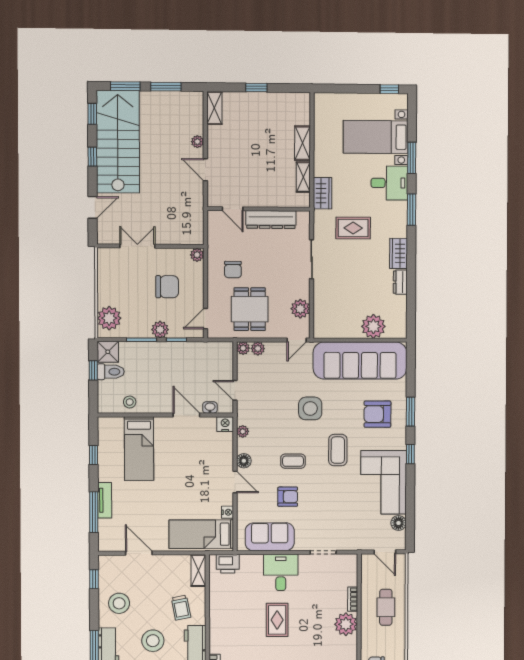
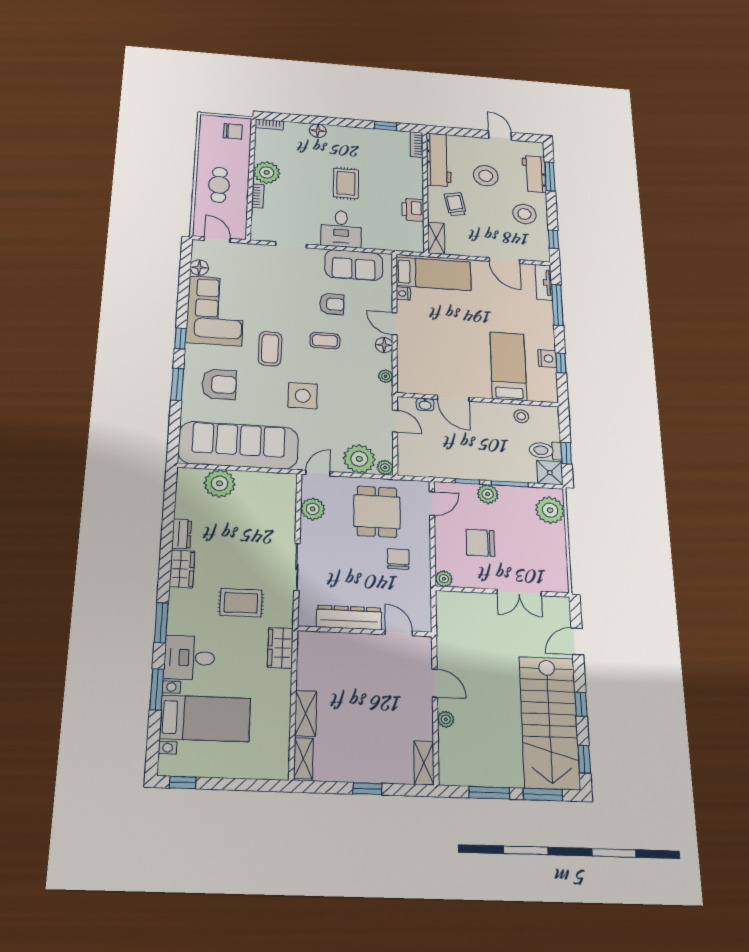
shelving: (303, 177) -> (303, 758), moved
plant: (258, 348) -> (359, 459), width x1.87, depth x1.87
nightstand: (225, 424) -> (547, 359), moved, turned -90
armchair: (288, 497) -> (332, 304), turned 180
tv unit: (105, 500) -> (544, 282), moved
printer: (228, 564) -> (413, 210), moved, turned -90

